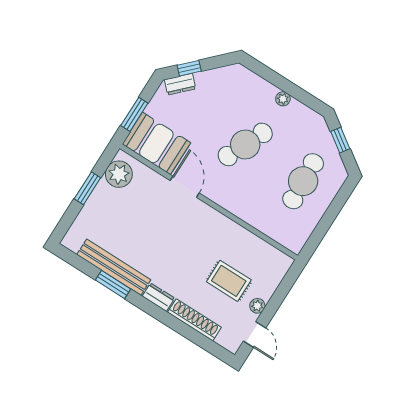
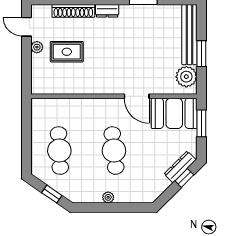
dresser: (180, 84) -> (180, 167), width x1.44
cafe table: (245, 144) -> (114, 151), turned -30
bench: (114, 267) -> (189, 35), moved, turned 90

